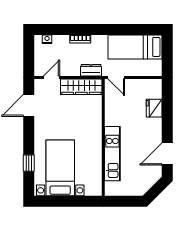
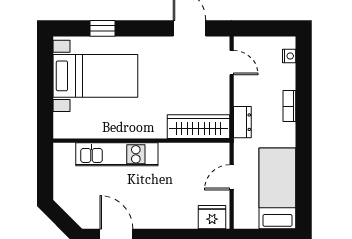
door: (116, 77) -> (232, 177), moved
wardrobe: (81, 87) -> (198, 127), moved, turned 90
fridge: (154, 108) -> (212, 217), moved

